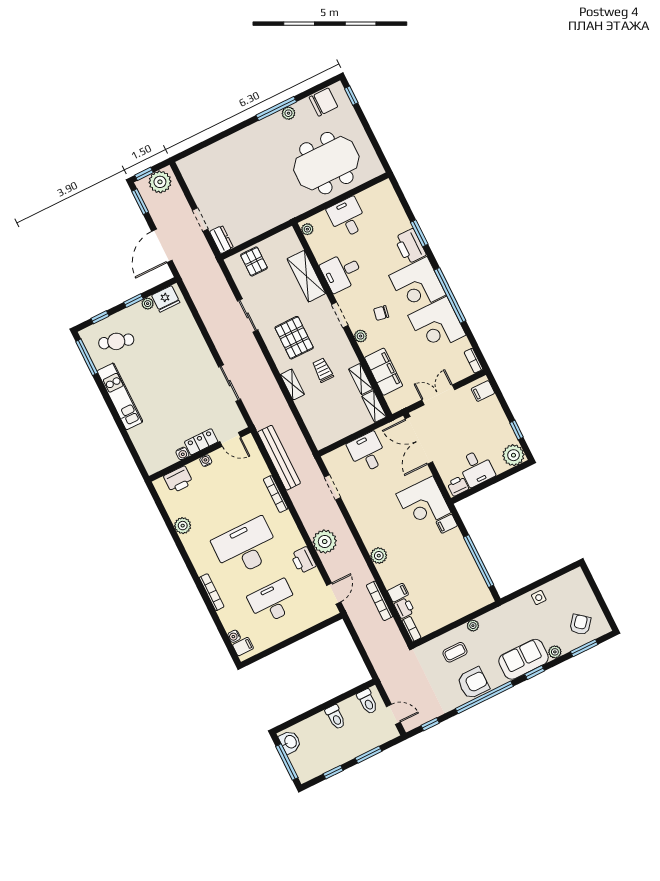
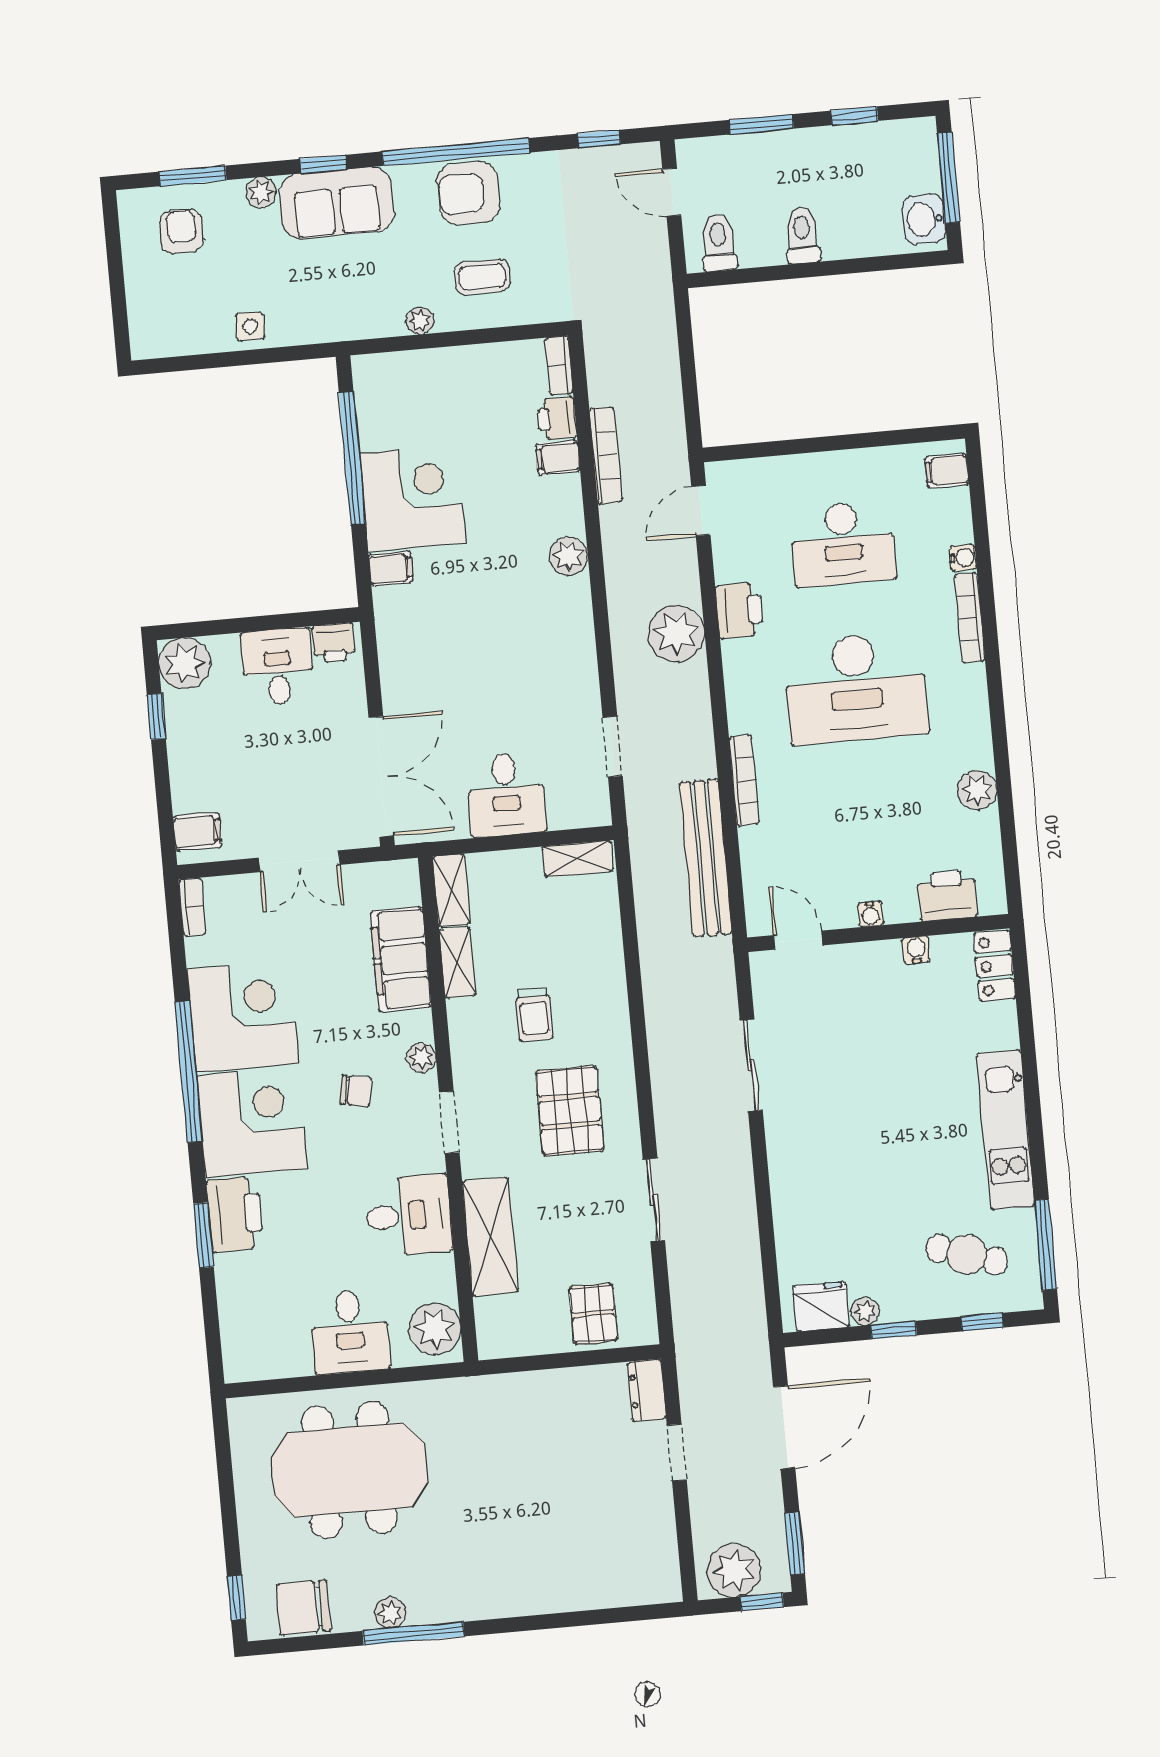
plant: (307, 229) -> (435, 1329), width x1.88, depth x1.88
shelving: (292, 384) -> (577, 859), moved, turned 90
locker: (201, 442) -> (995, 966), moved, turned 90
corner desk: (423, 503) -> (413, 498), moved
armchair: (580, 624) -> (181, 231), turned 141
water cooler: (234, 636) -> (963, 558), moved

